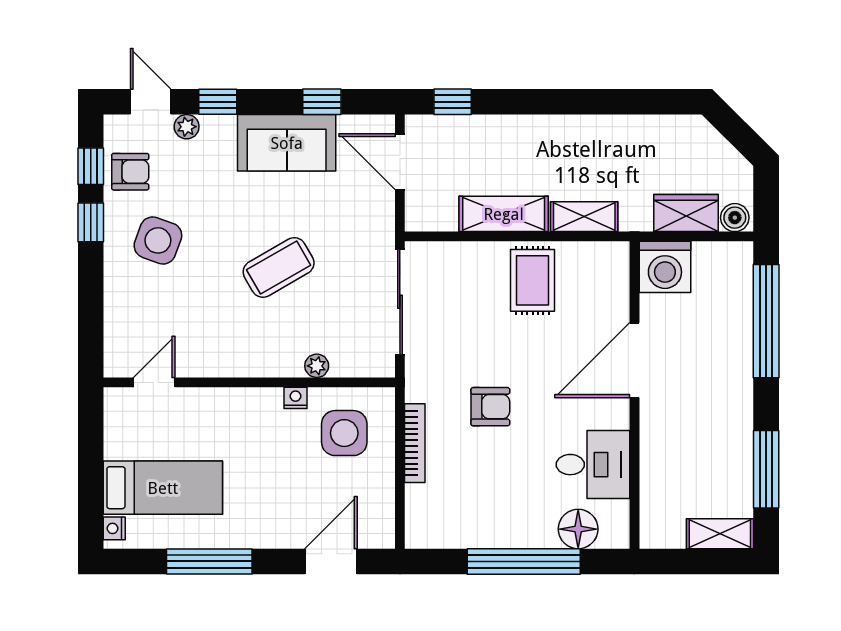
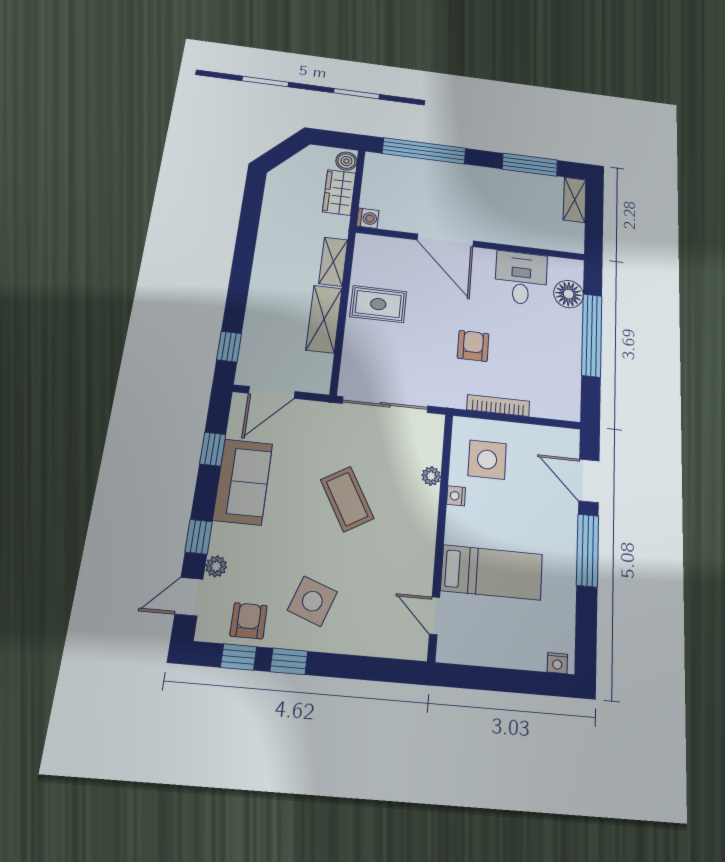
washing machine: (665, 267) -> (368, 218), width x0.53, depth x0.53
bed: (163, 488) -> (492, 572), moved, turned 90
window: (209, 561) -> (588, 550), moved

